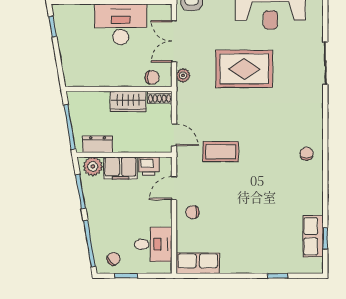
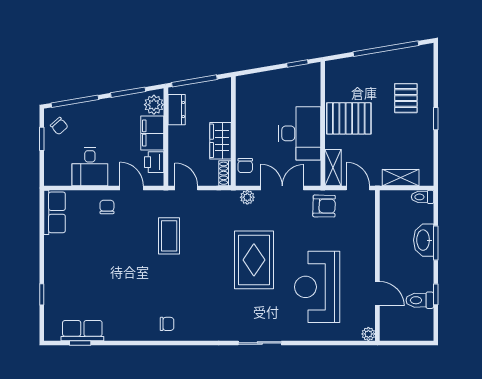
door: (174, 135) -> (186, 188), swing flipped
desk: (153, 244) -> (90, 167), moved

